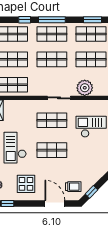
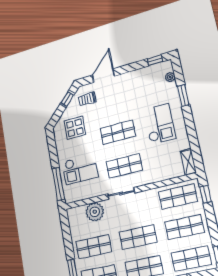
display table: (26, 184) -> (75, 128), moved
door: (55, 203) -> (103, 76), swing flipped

